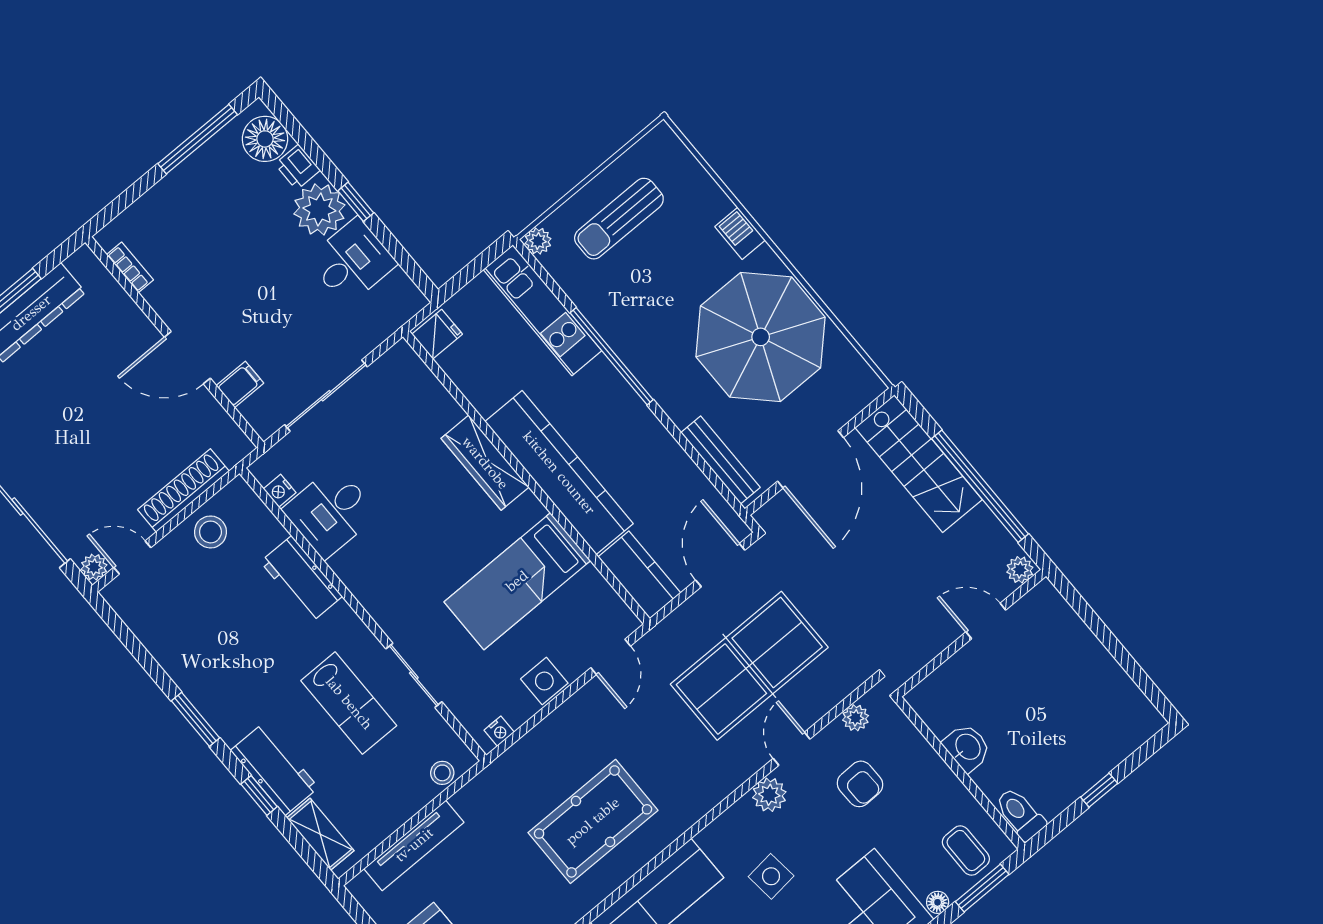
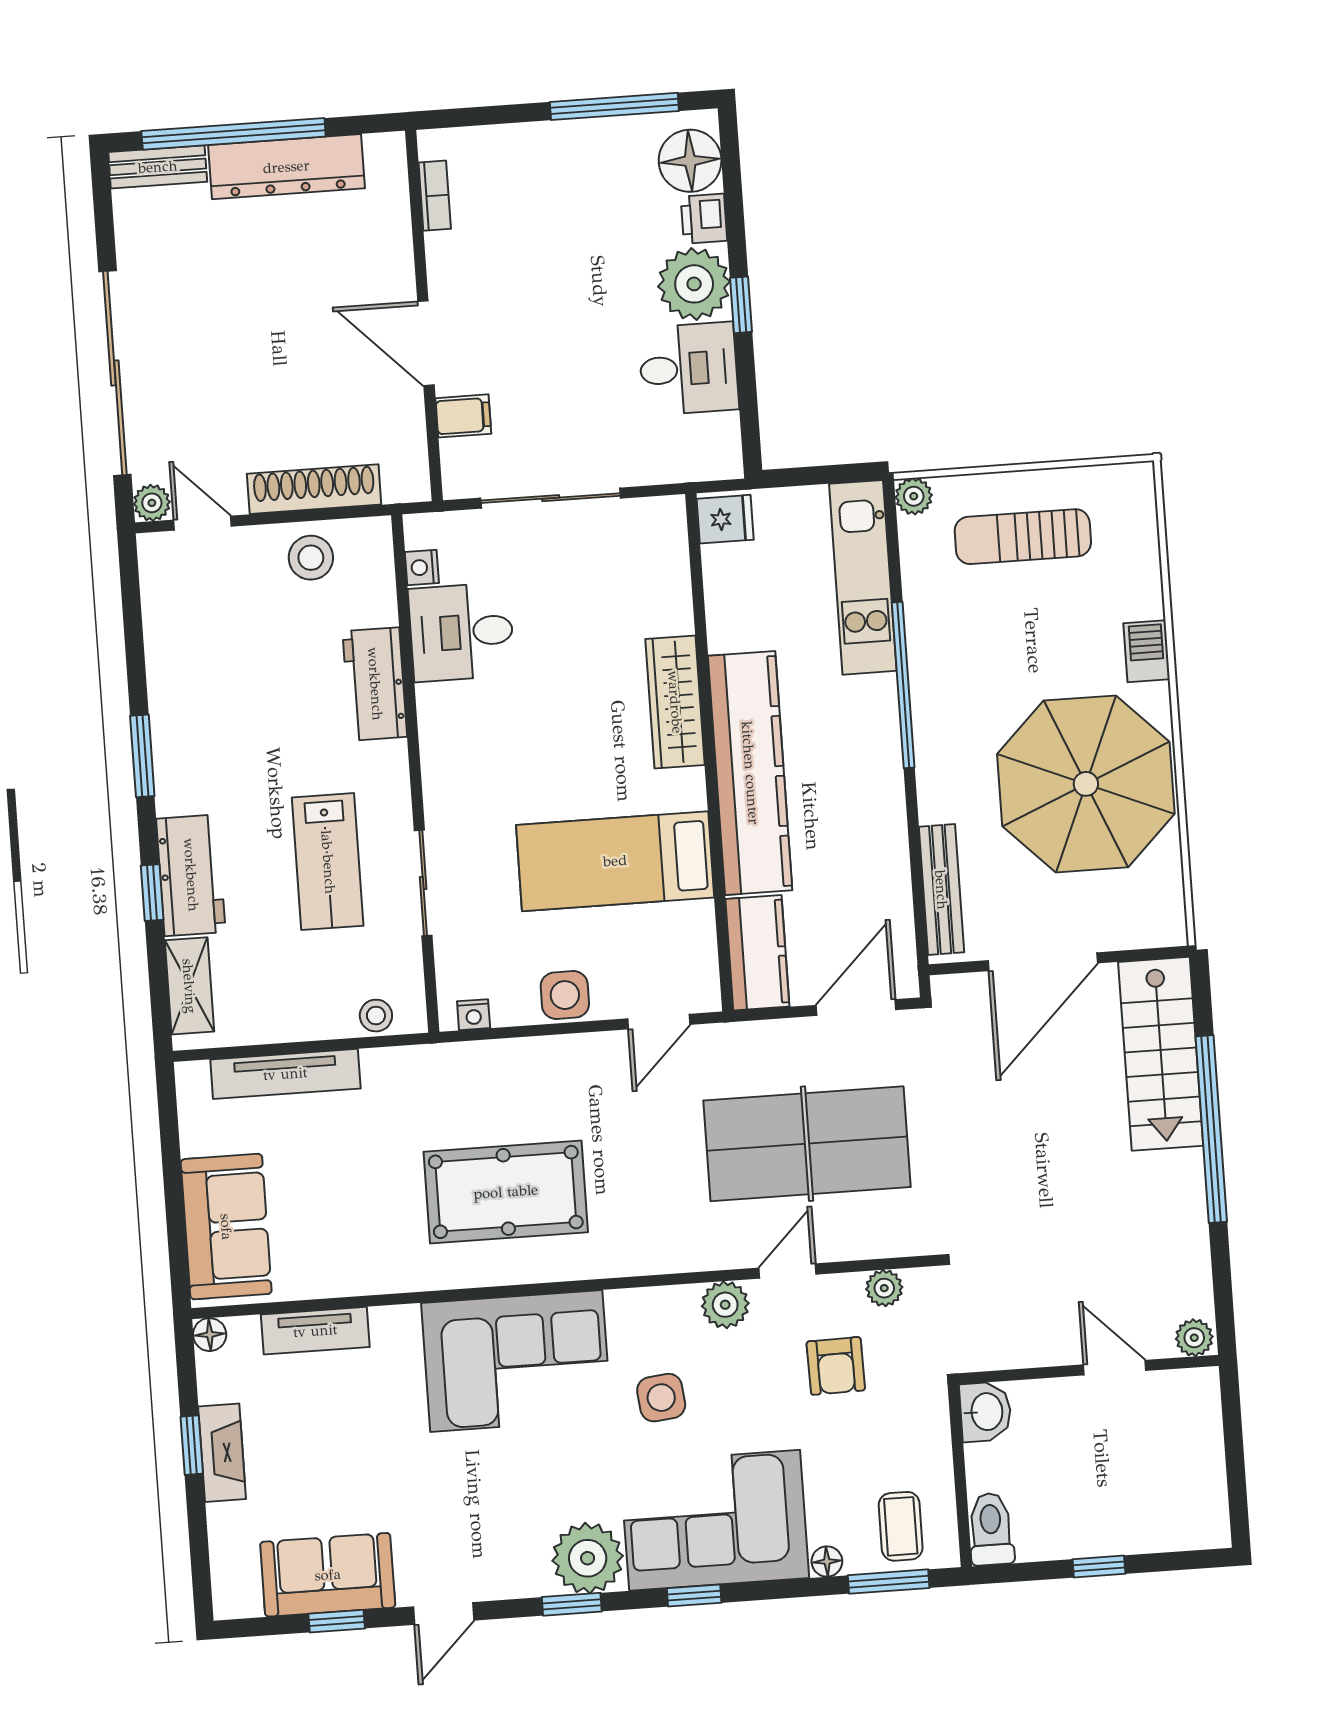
plant: (1020, 570) -> (1194, 1338), moved
door: (986, 621) -> (1115, 1368), moved
wall: (971, 633) -> (1088, 1370), moved

